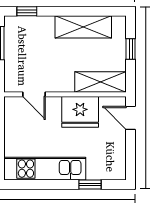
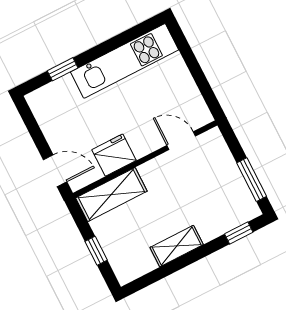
shelving: (83, 27) -> (177, 246), width x0.67, depth x0.75
fridge: (80, 112) -> (114, 155), width x0.73, depth x0.75

